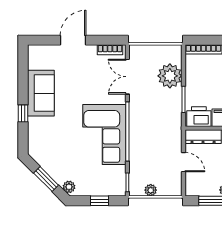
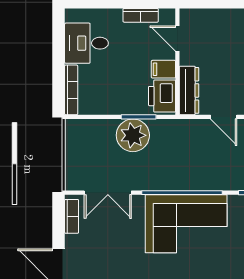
plant: (170, 76) -> (133, 135), moved
door: (184, 162) -> (224, 117), swing flipped

